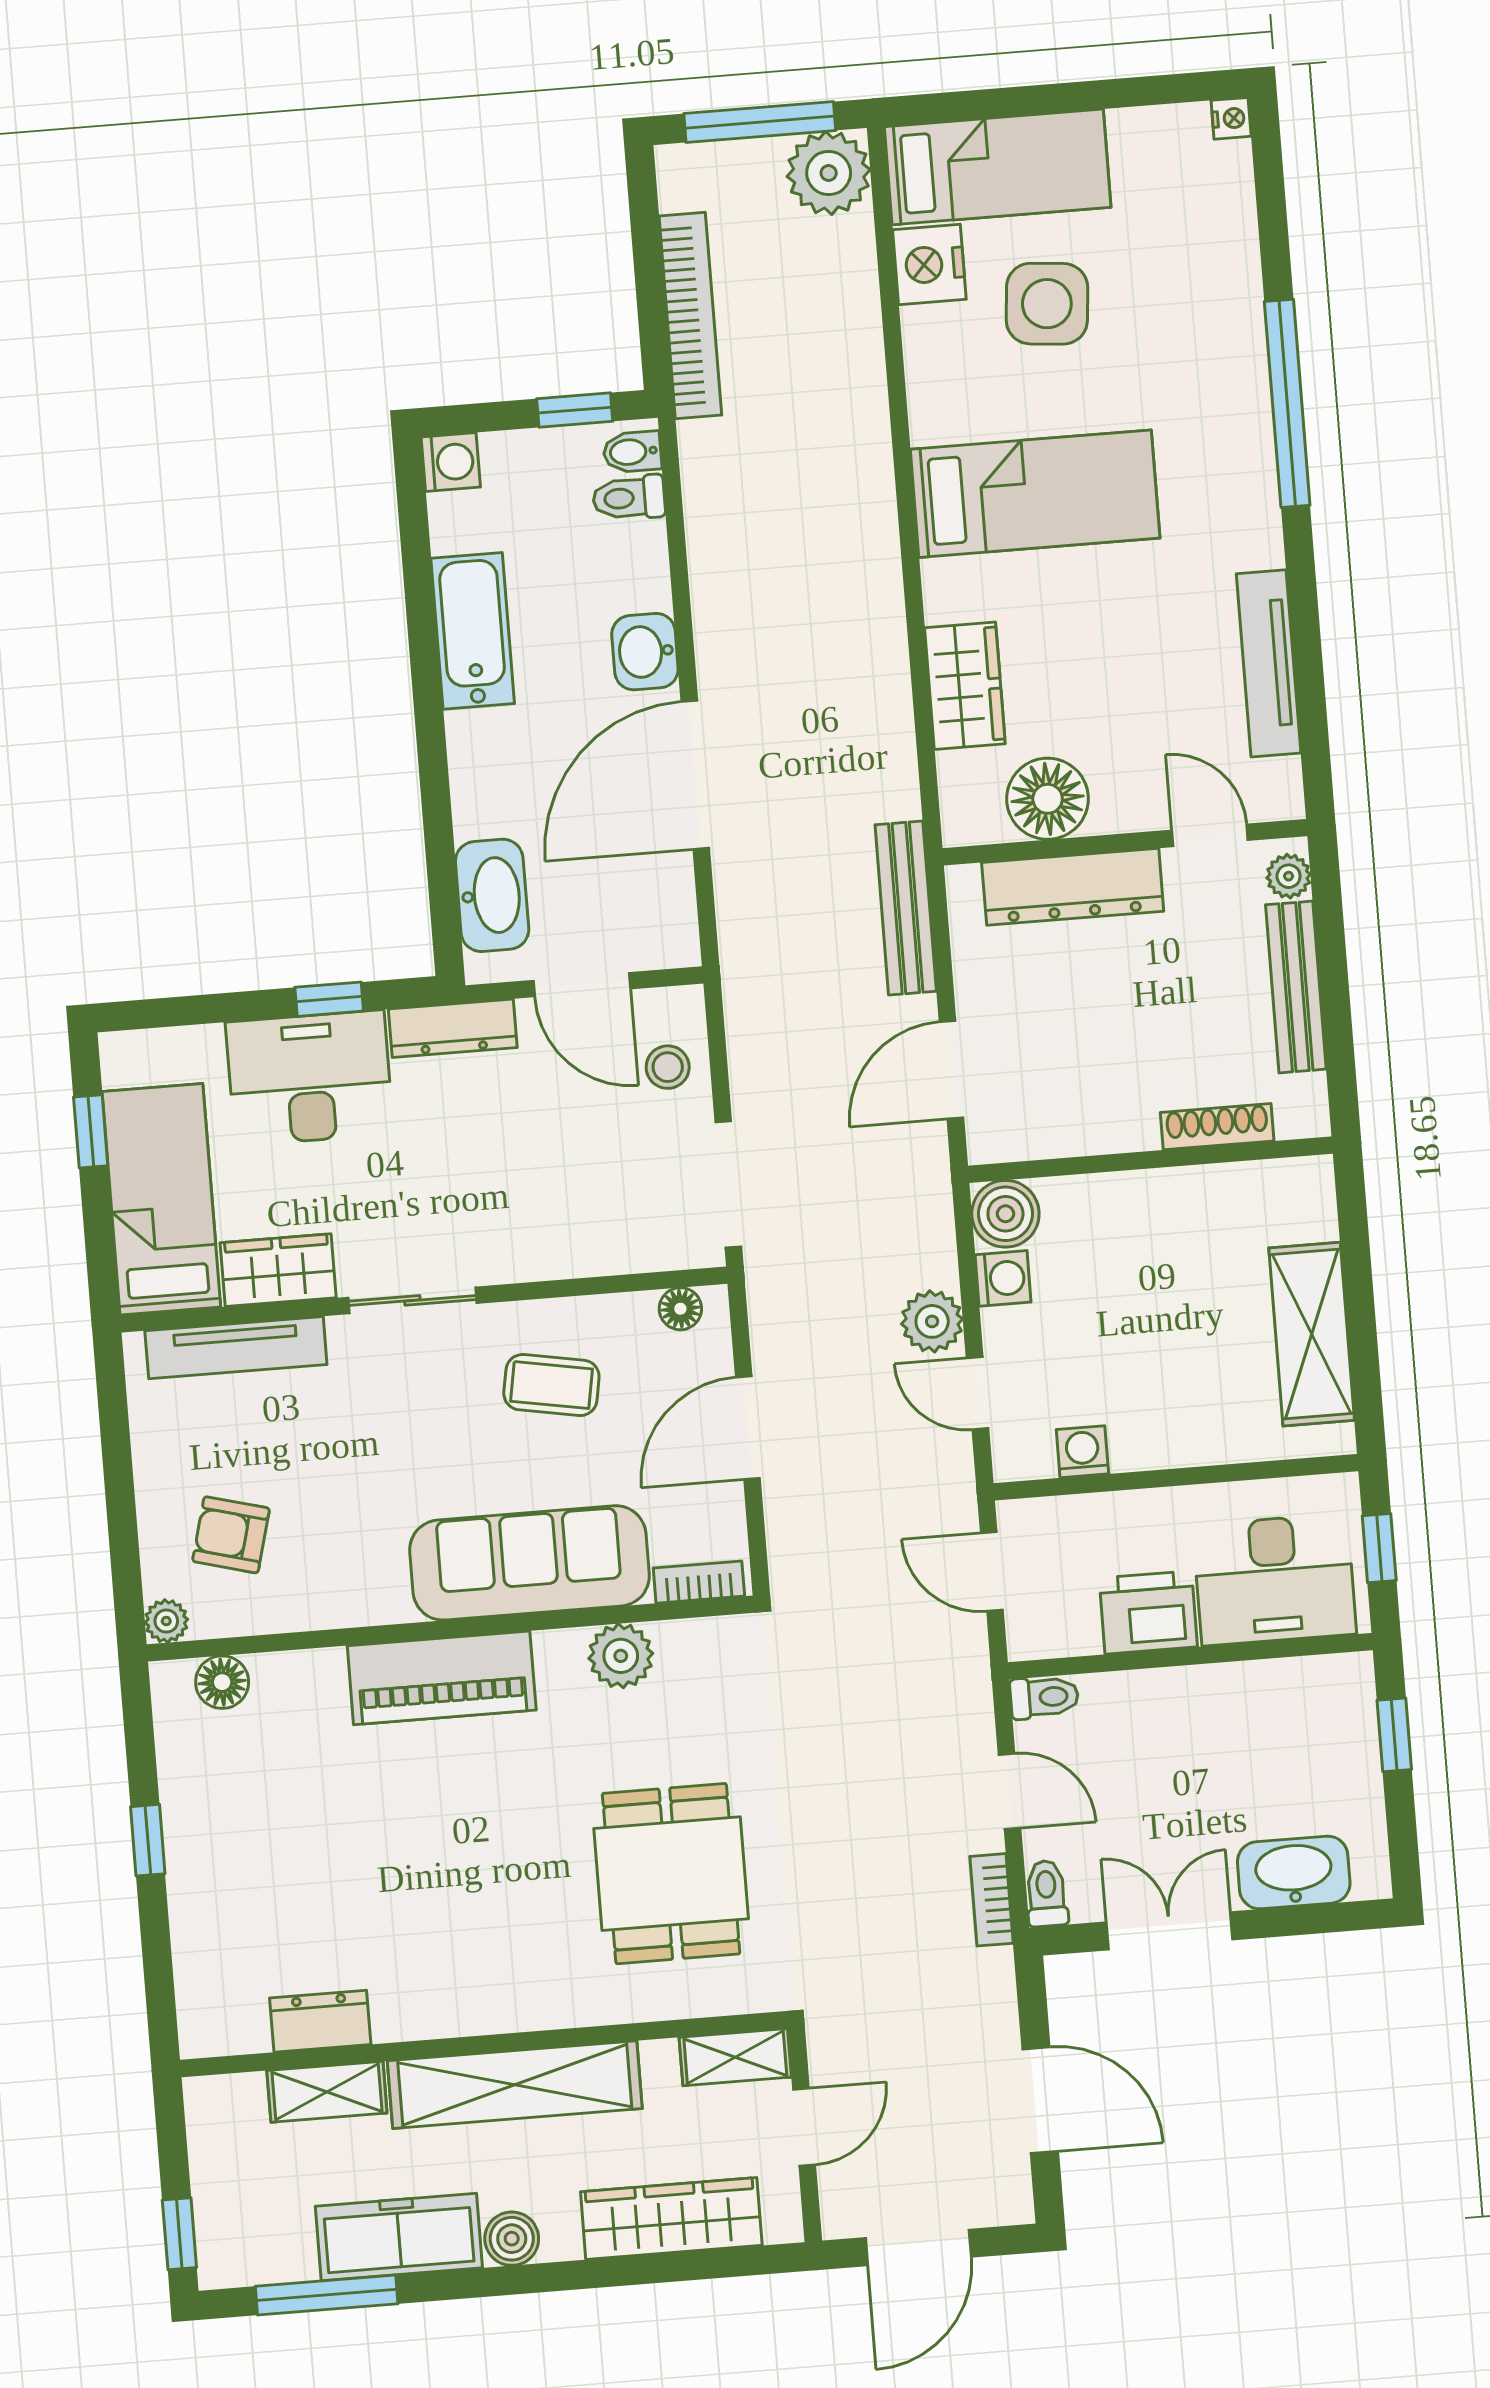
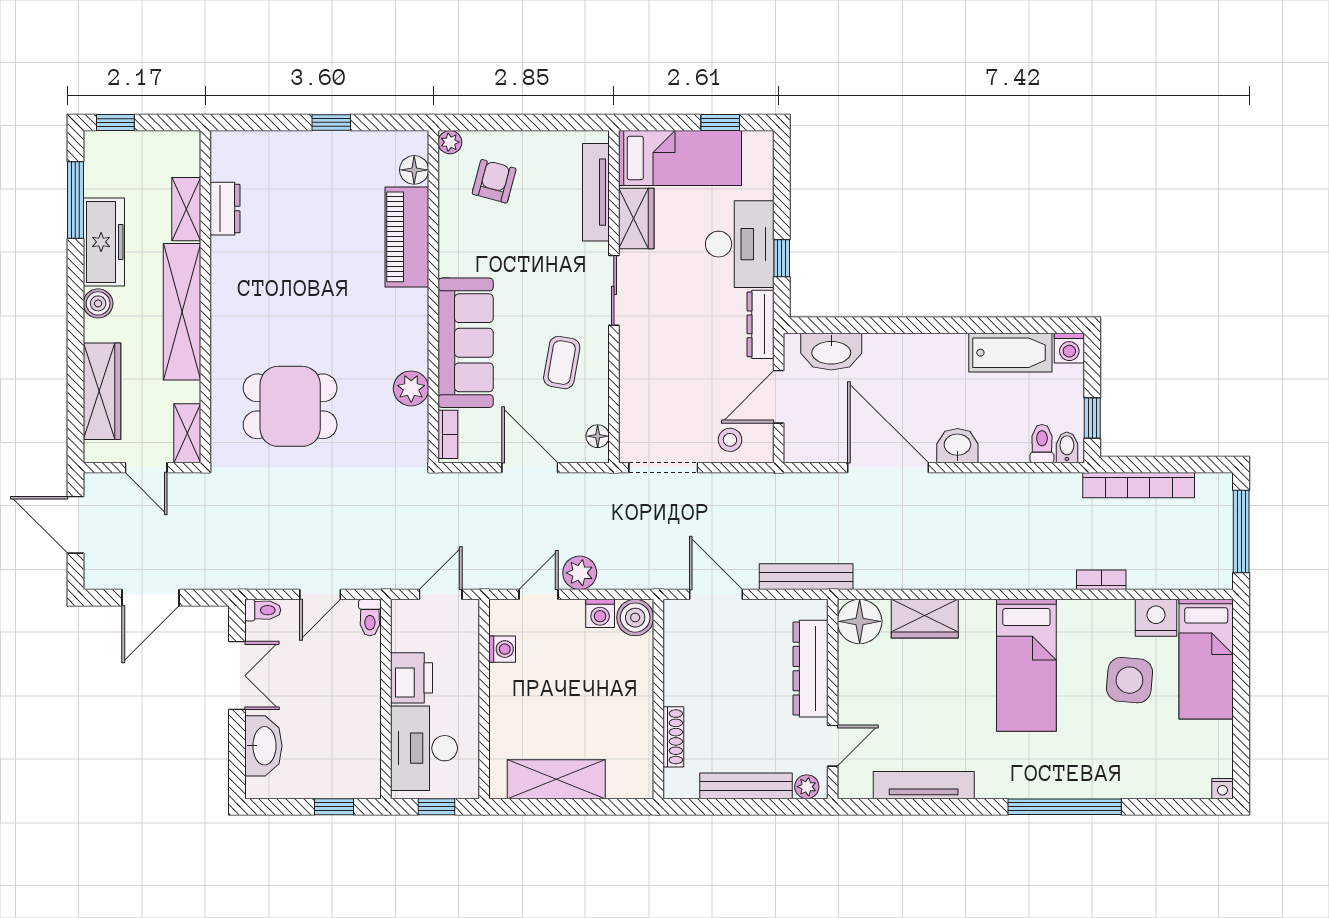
plant: (829, 173) -> (1210, 567), removed
bathtub: (473, 631) -> (1010, 353), moved
floor lamp: (1048, 799) -> (860, 621), moved
piano: (442, 1678) -> (407, 237), moved
bookcase: (991, 1900) -> (1101, 580), moved

